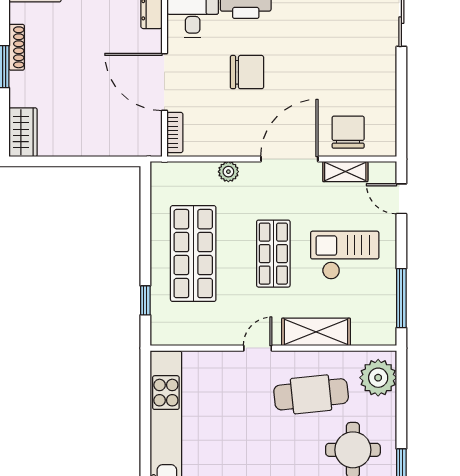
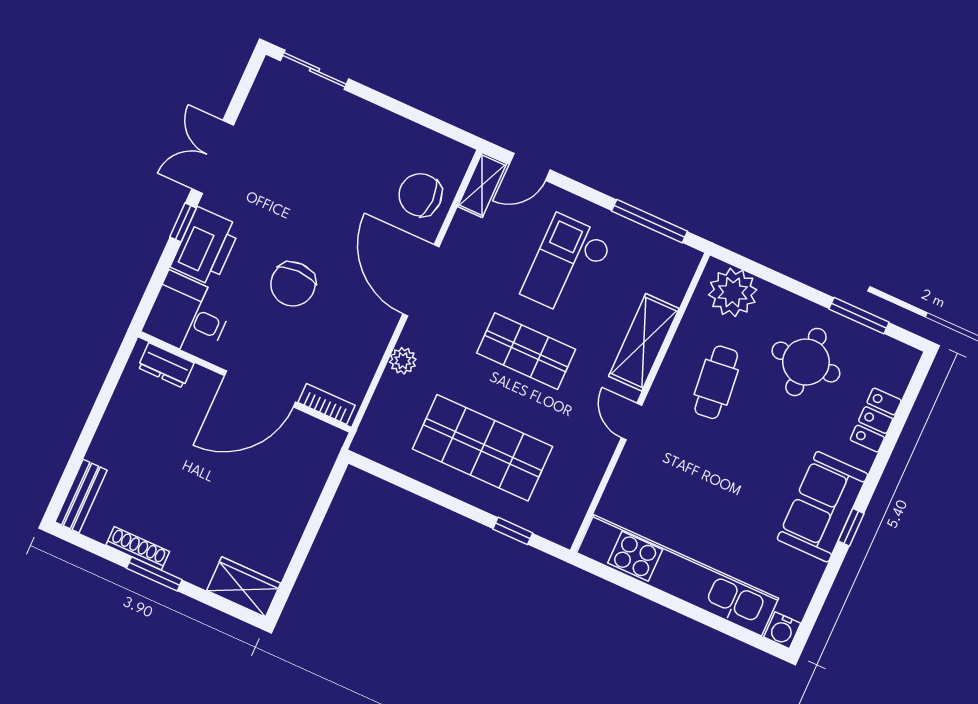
chair: (247, 72) -> (293, 284), turned 180
shelving: (345, 172) -> (482, 185), moved
cafe table: (311, 394) -> (716, 382), width x0.73, depth x0.74

